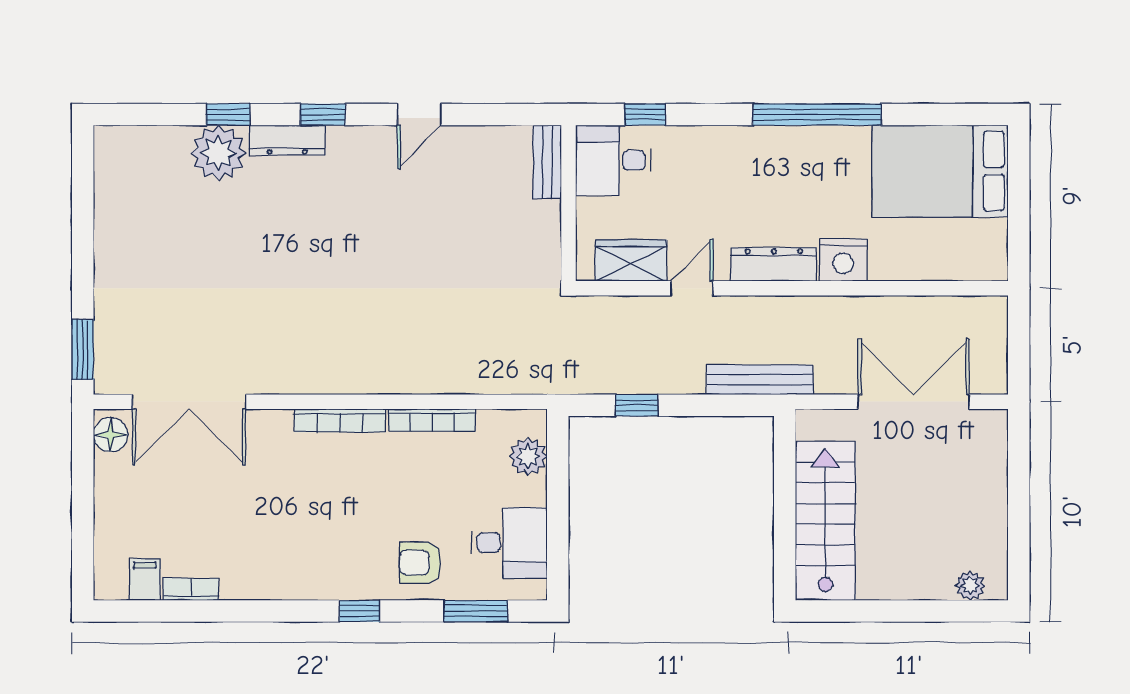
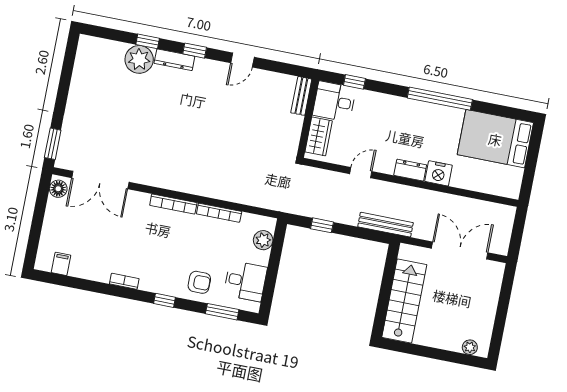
wardrobe: (631, 260) -> (319, 136), moved, turned 90
dresser: (774, 264) -> (410, 170), width x0.70
armchair: (420, 563) -> (199, 282), turned 180
bookcase: (191, 589) -> (124, 281), moved

